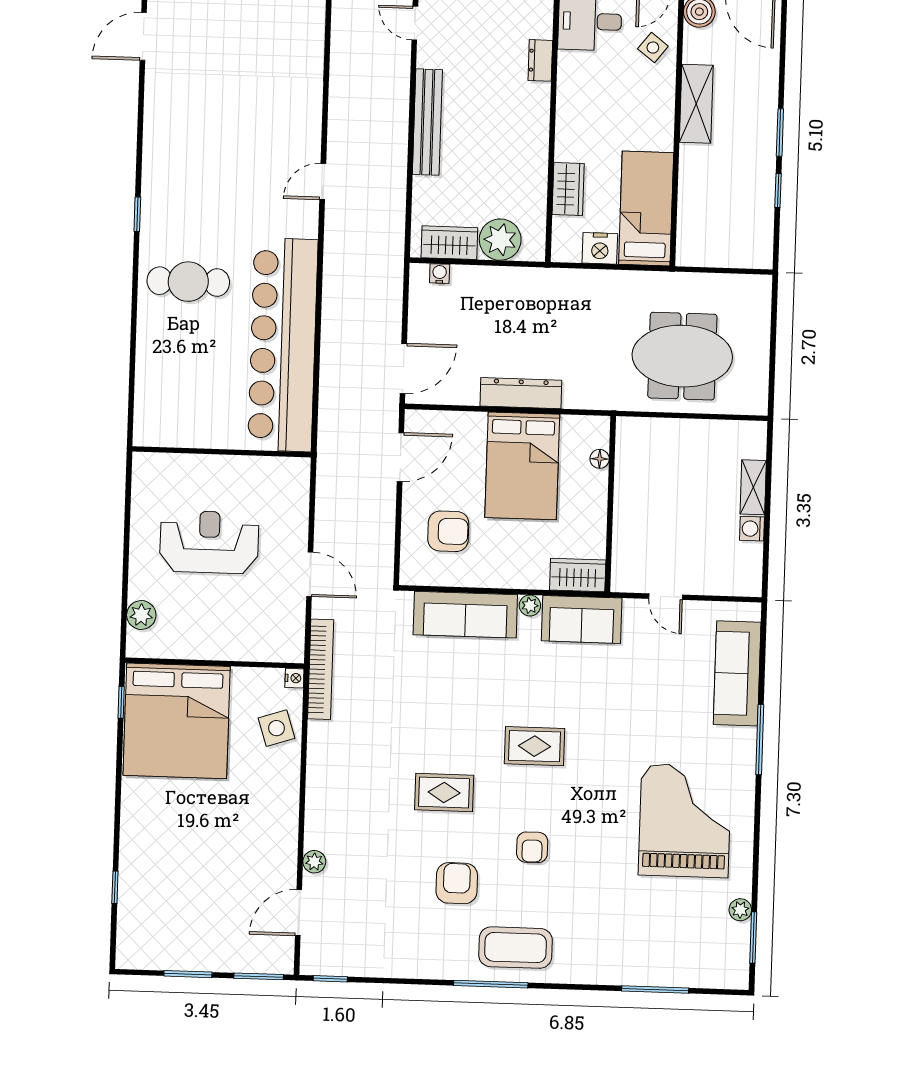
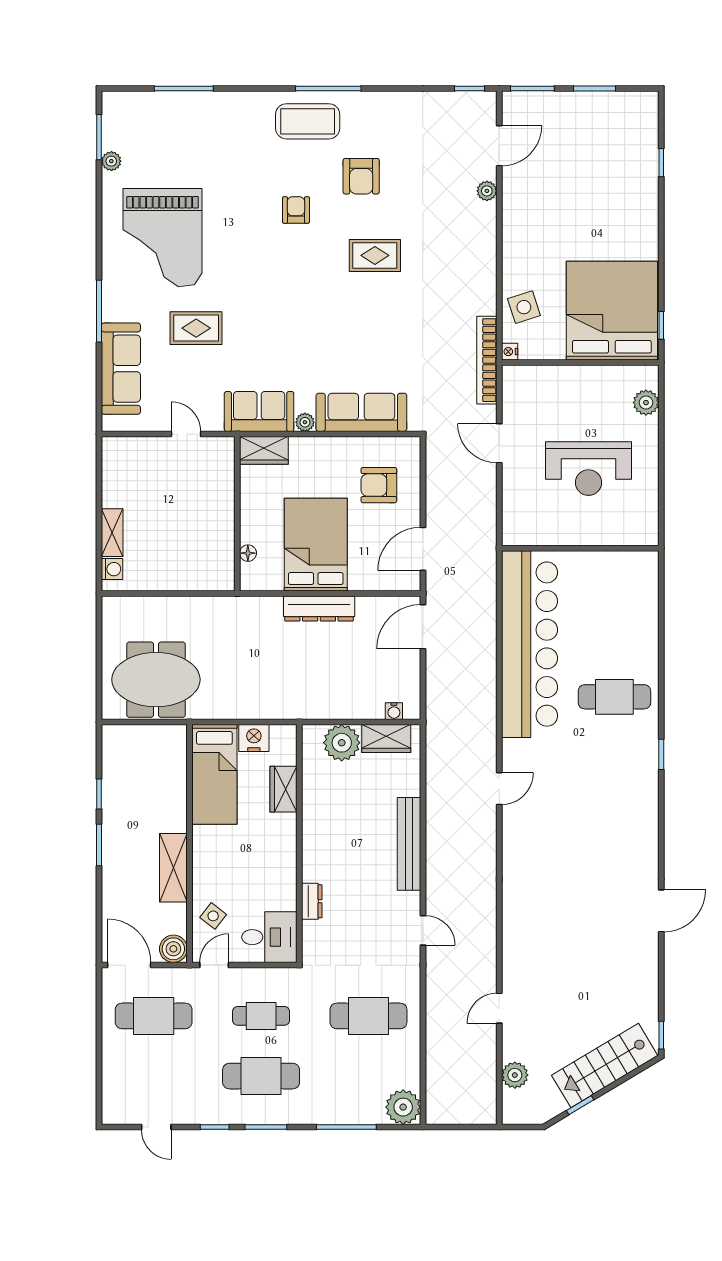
meeting table: (682, 356) -> (156, 680), moved
washing machine: (752, 529) -> (112, 569), moved
rug: (535, 746) -> (196, 328), moved

